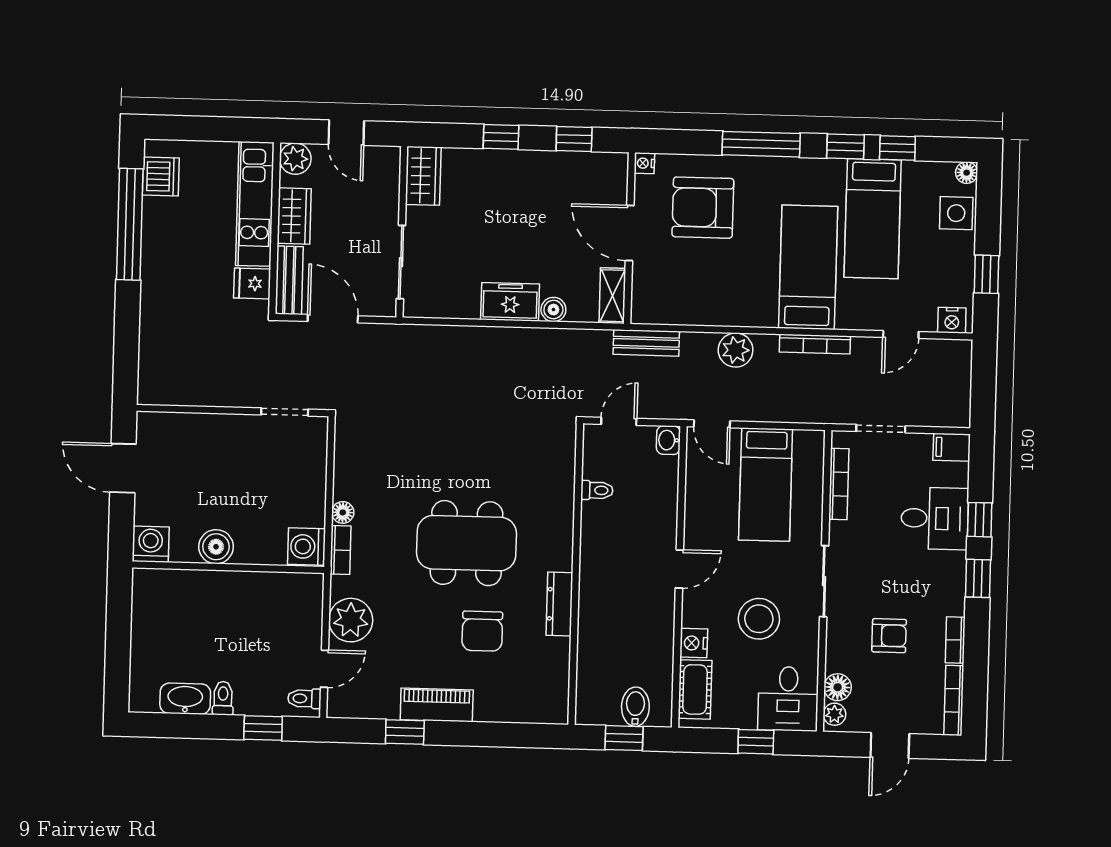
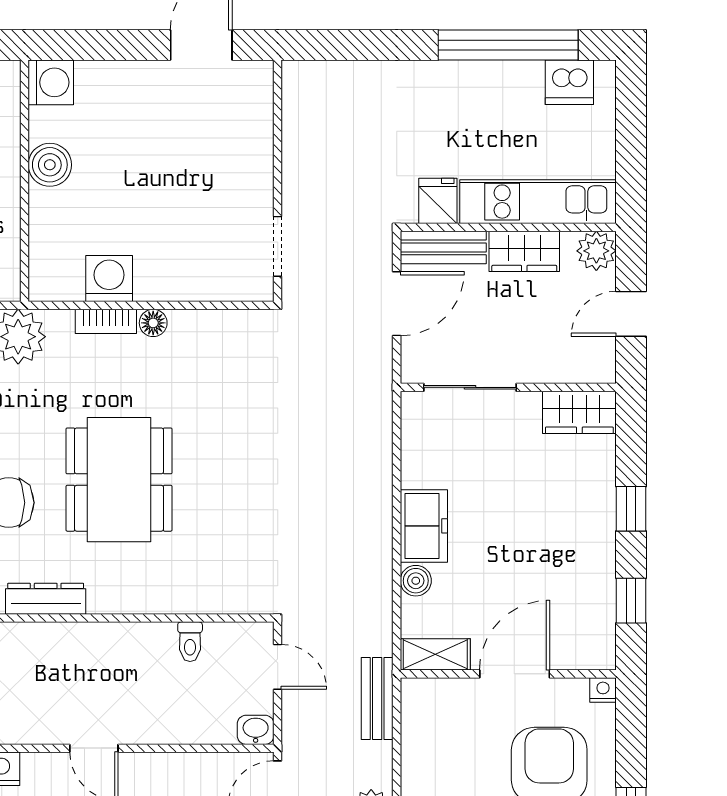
washing machine: (151, 544) -> (51, 82), moved
boiler: (216, 547) -> (50, 165), moved
wall: (228, 567) -> (24, 181), moved

